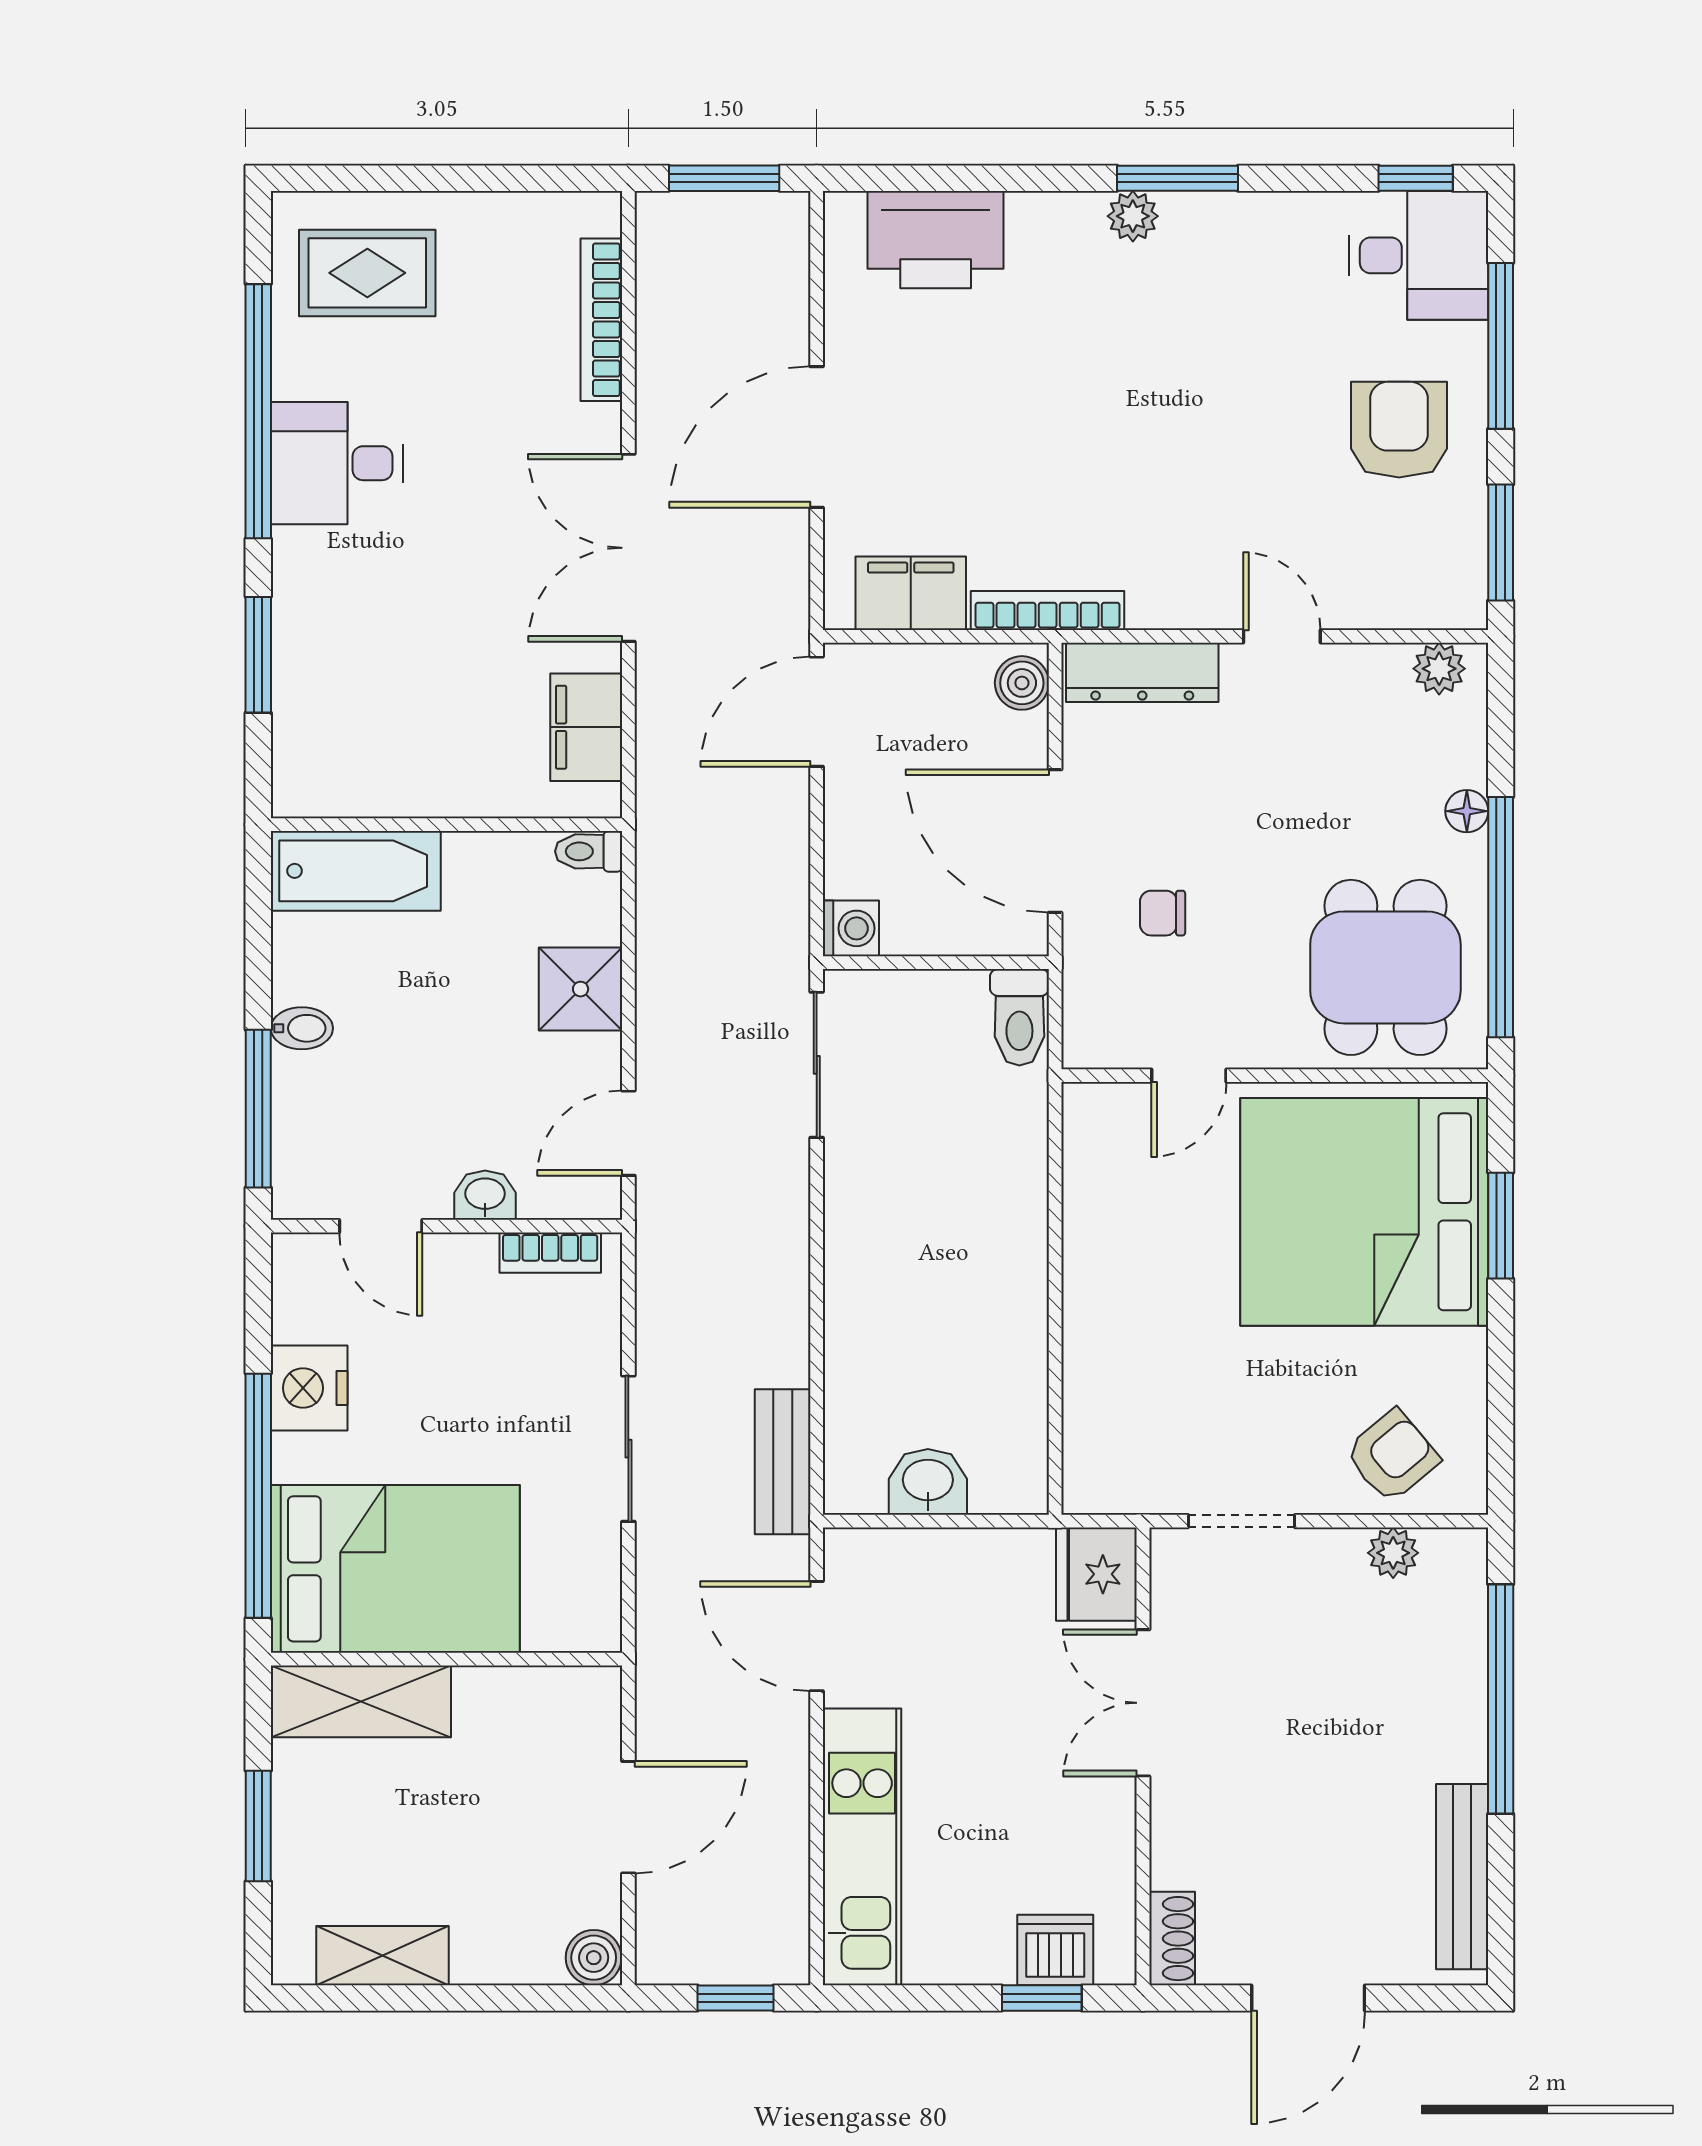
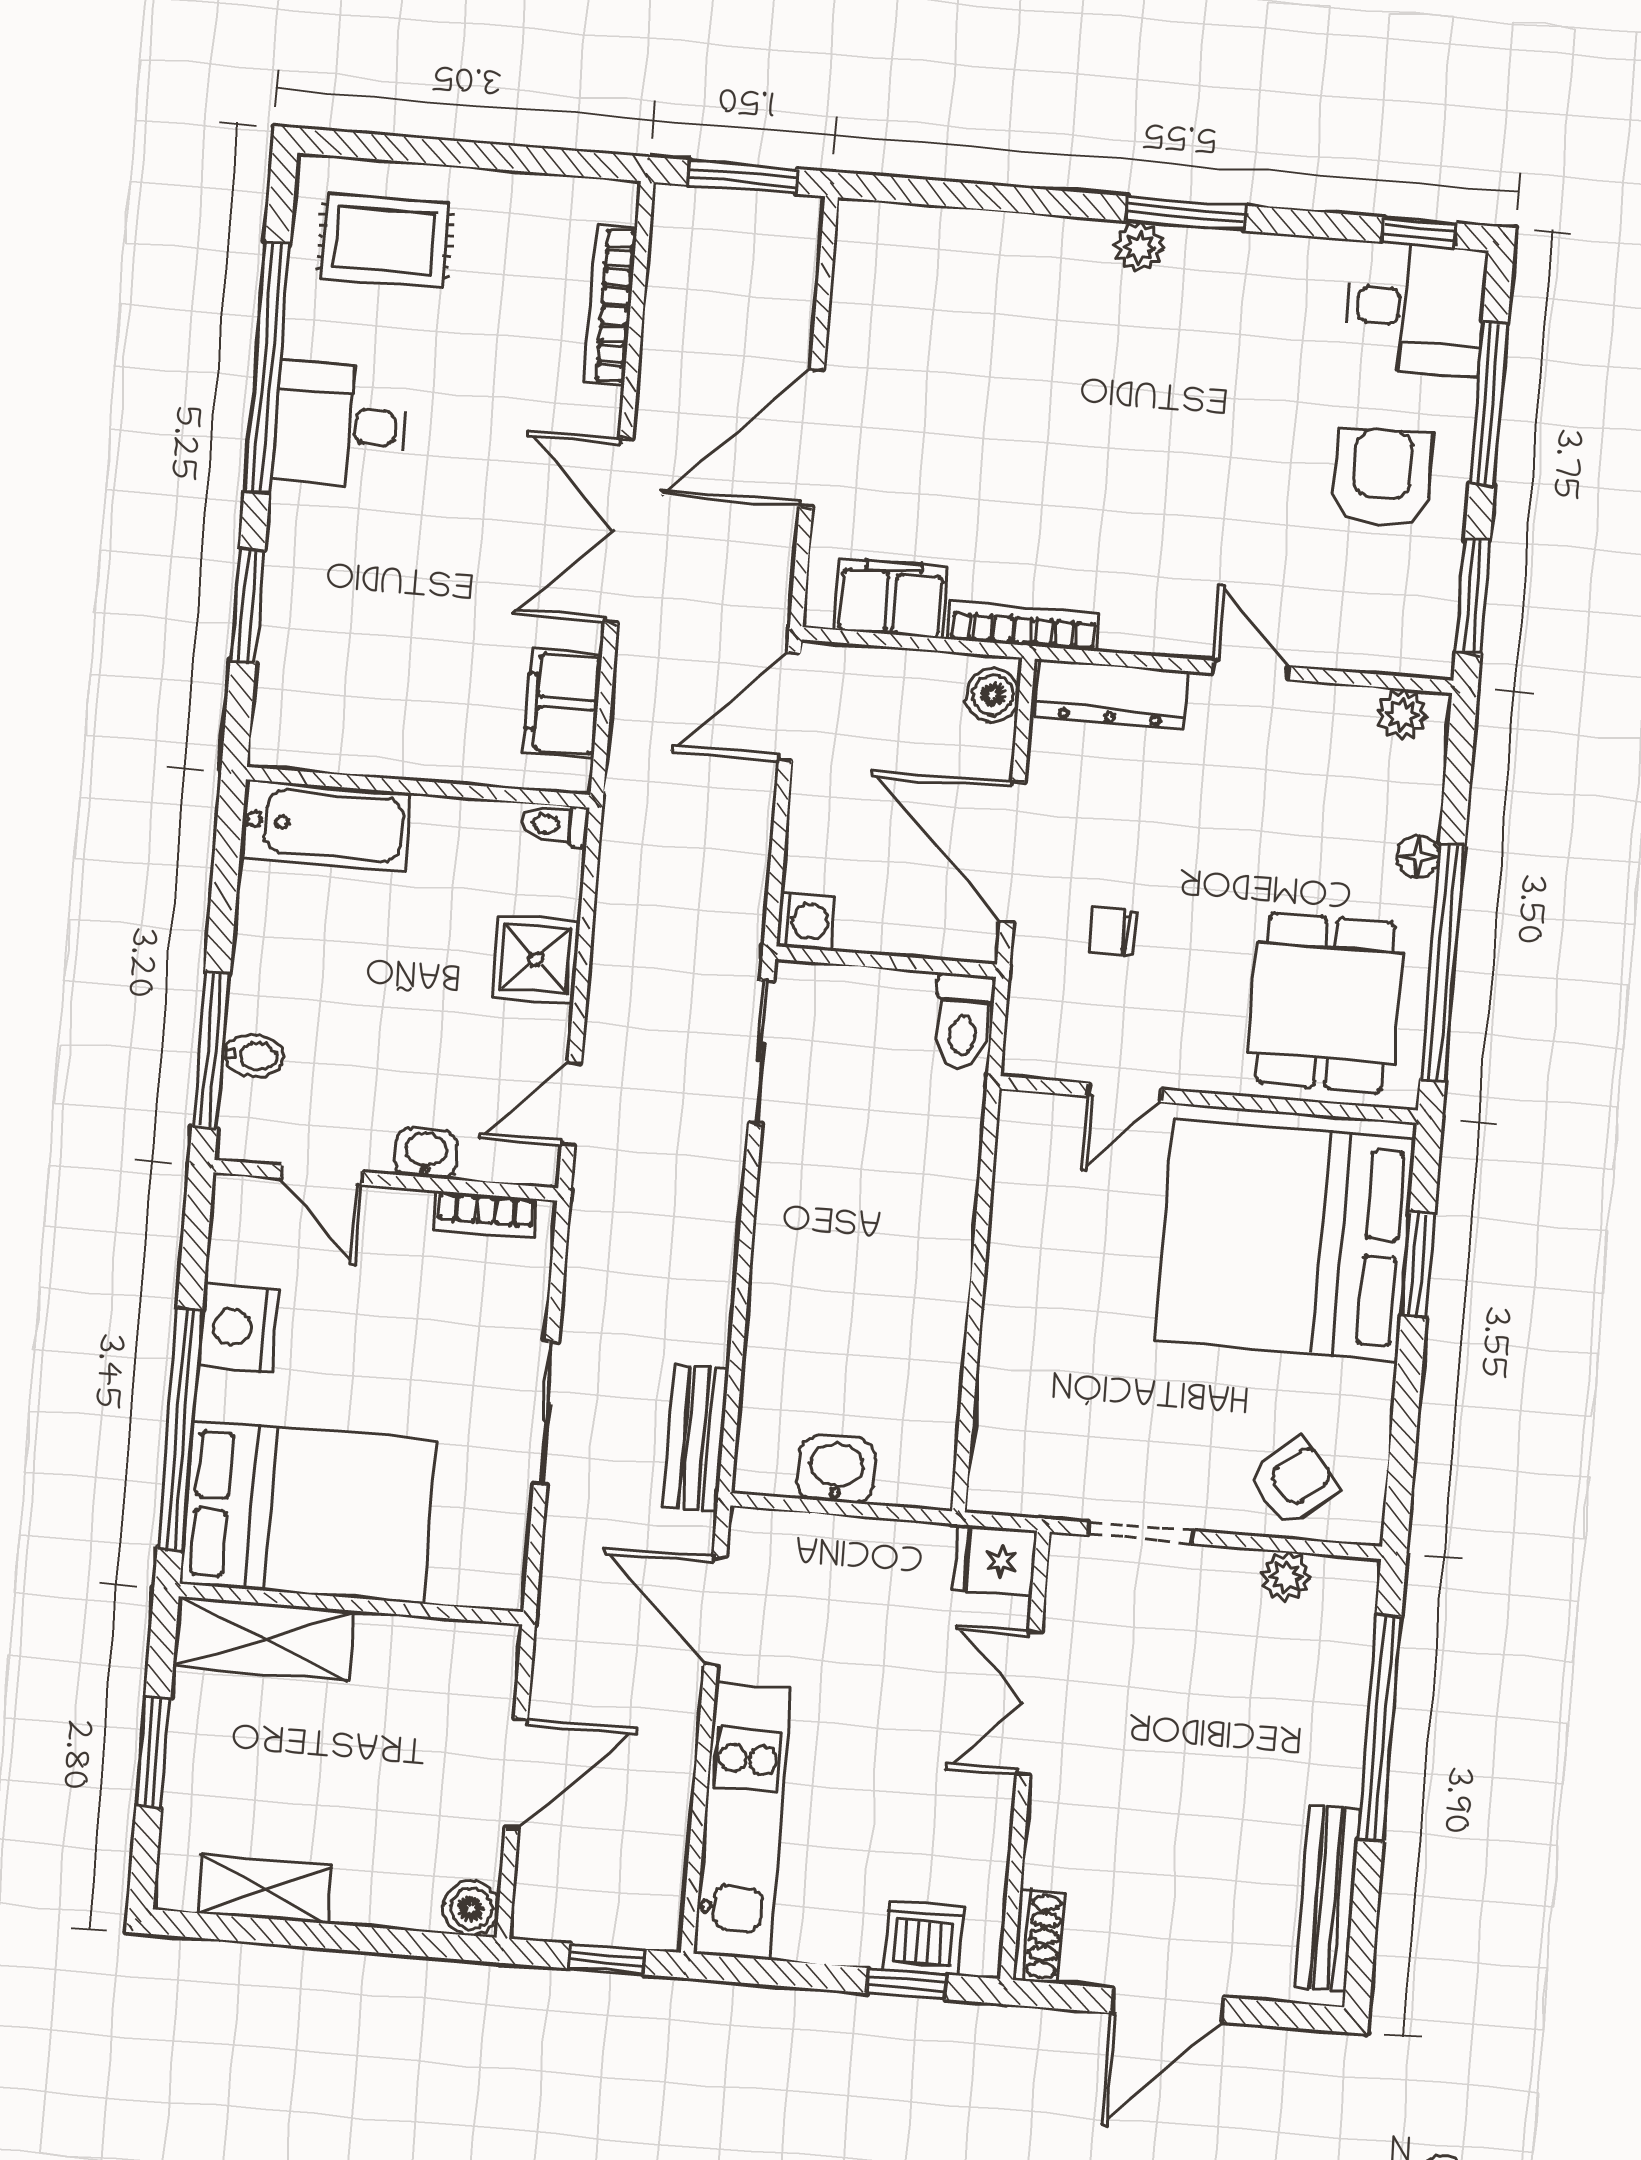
printer: (936, 240) -> (944, 254), removed
bidet: (302, 1028) -> (254, 1056), moved
fridge: (1096, 1574) -> (995, 1561), width x0.72

